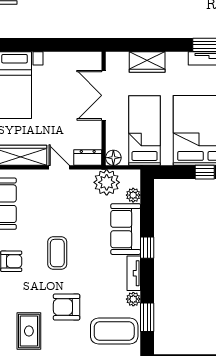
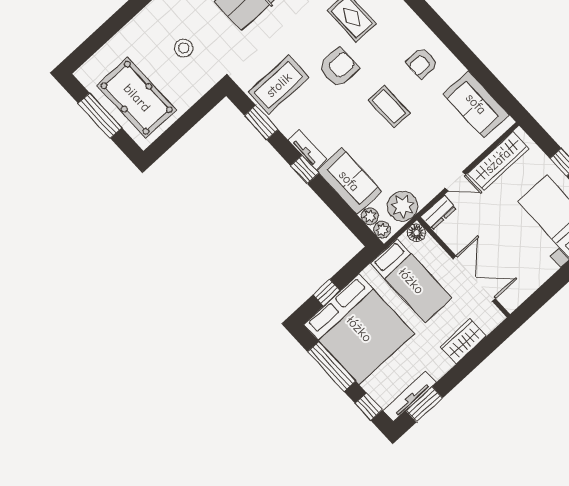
window: (147, 248) -> (305, 169), moved
plant: (133, 299) -> (382, 230), moved

